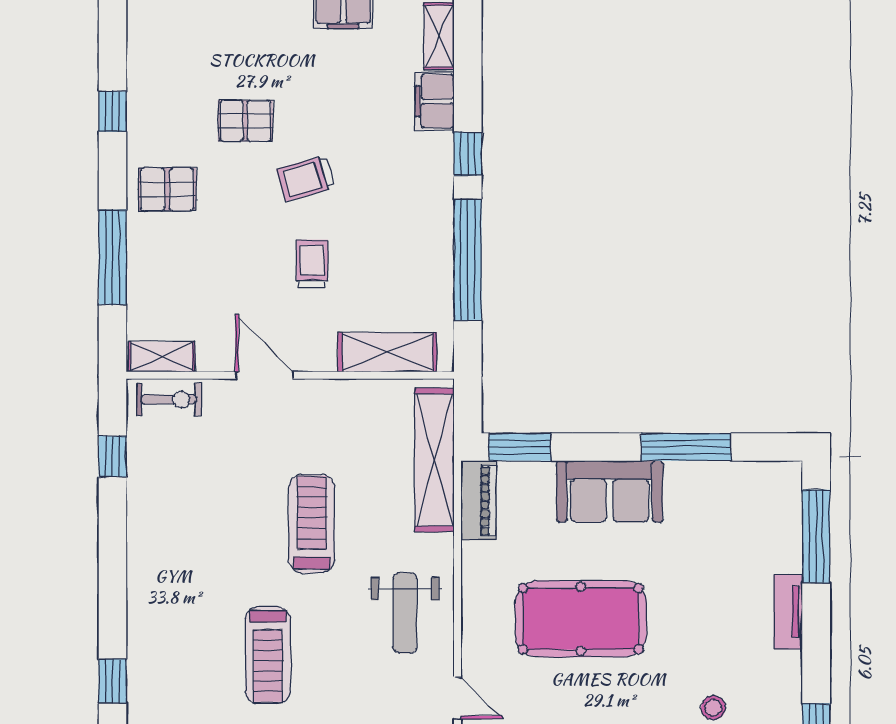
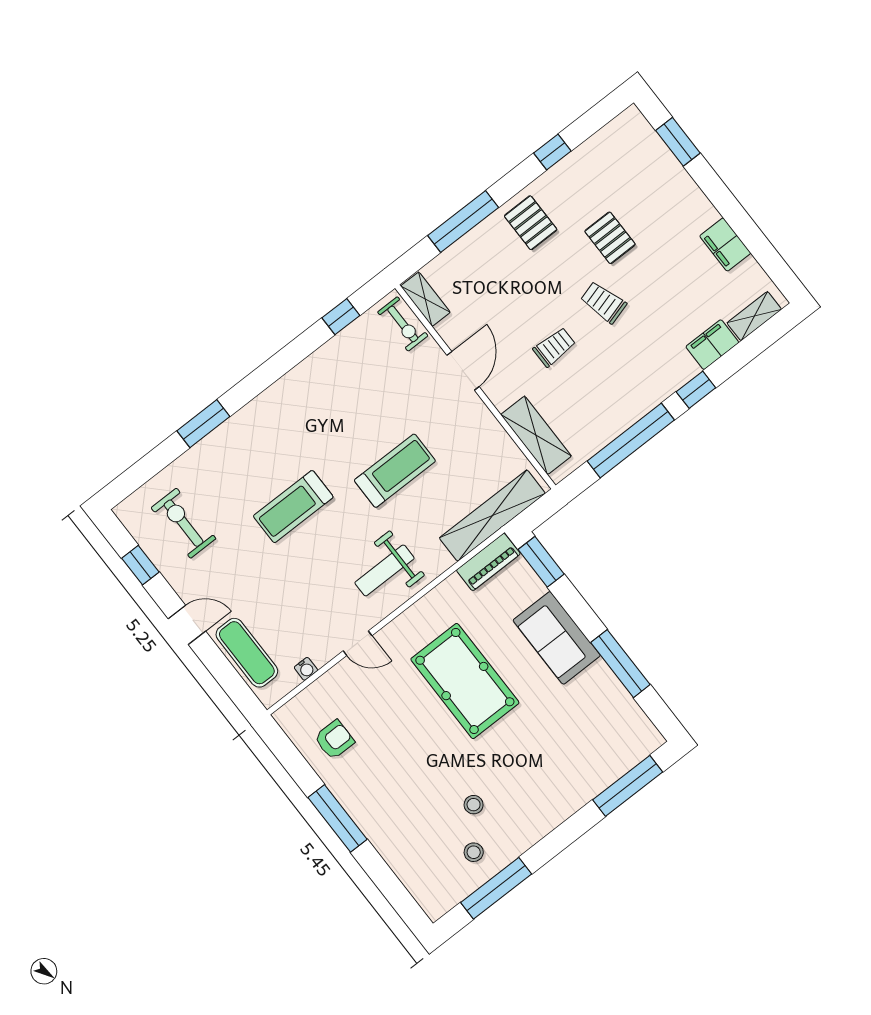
tv unit: (788, 612) -> (568, 805), removed
window: (112, 681) -> (203, 424), width x1.50
door: (457, 698) -> (357, 643), hinge flipped

